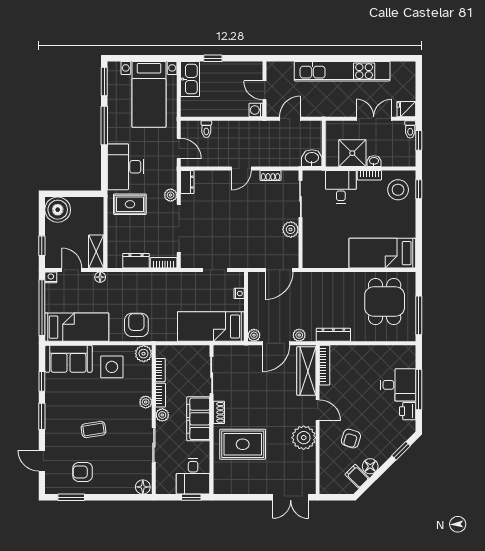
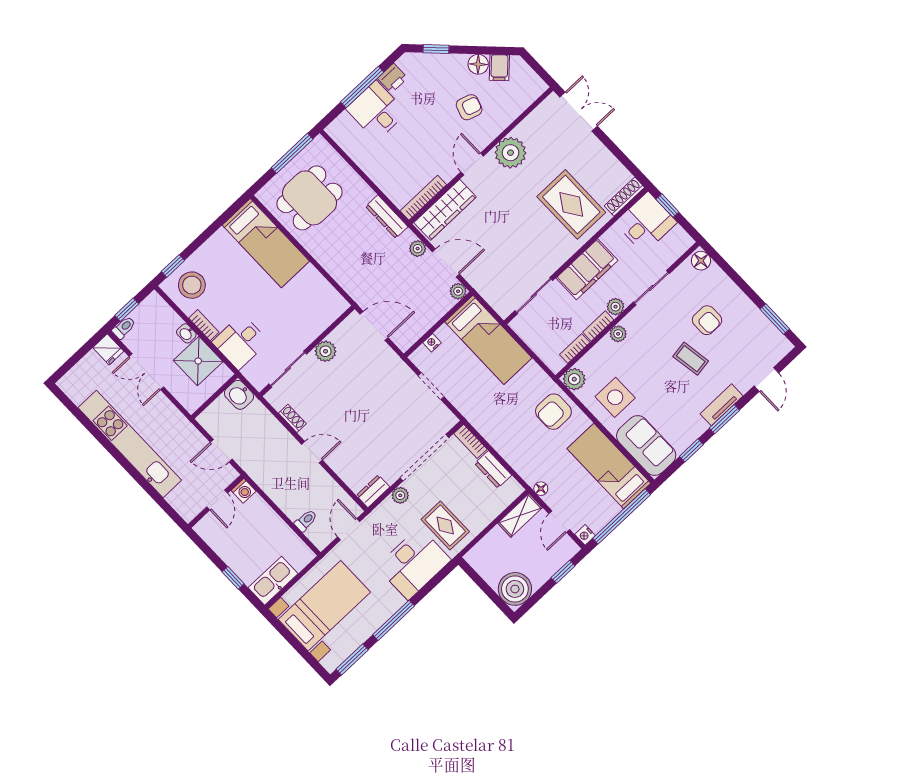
shoe rack: (219, 412) -> (624, 197), moved, width x1.43
tv unit: (51, 422) -> (722, 405), added
armchair: (83, 472) -> (707, 320), moved

